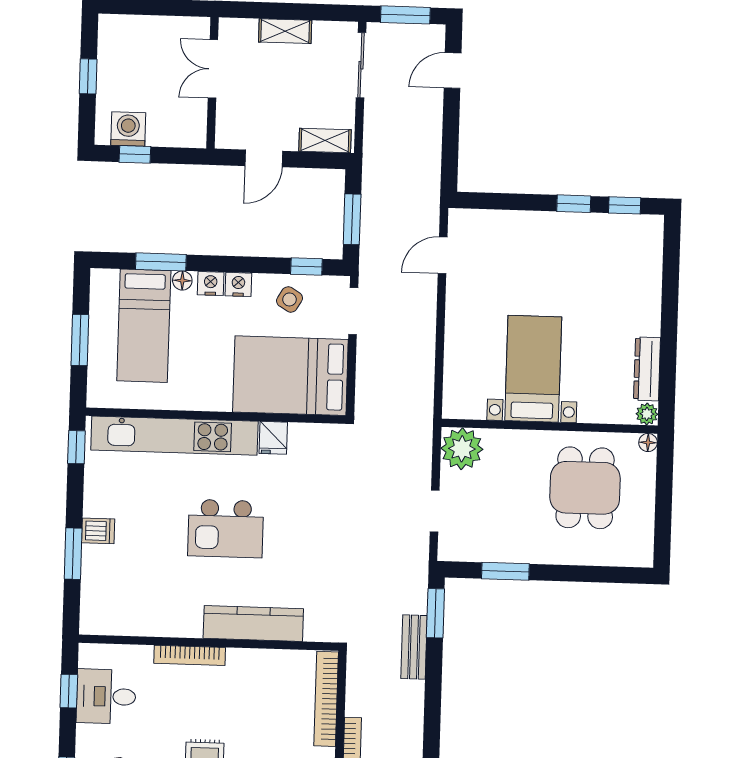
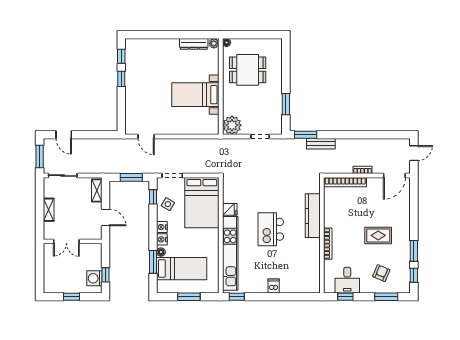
kitchen island: (226, 529) -> (271, 229), turned 180
window: (73, 554) -> (284, 297), removed

